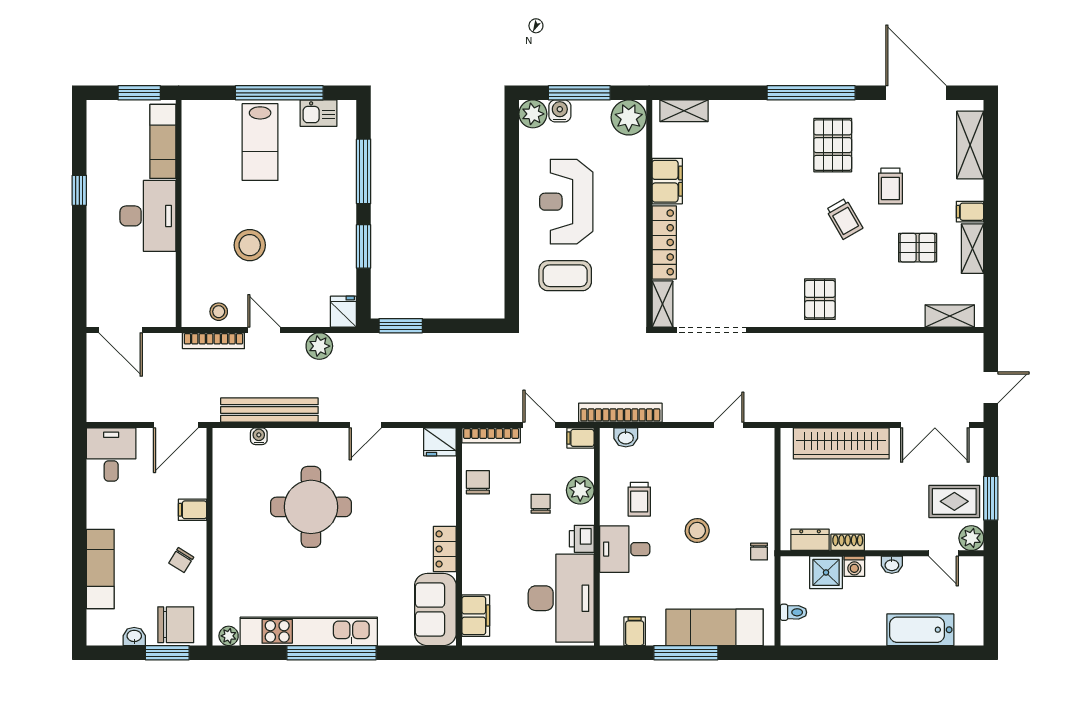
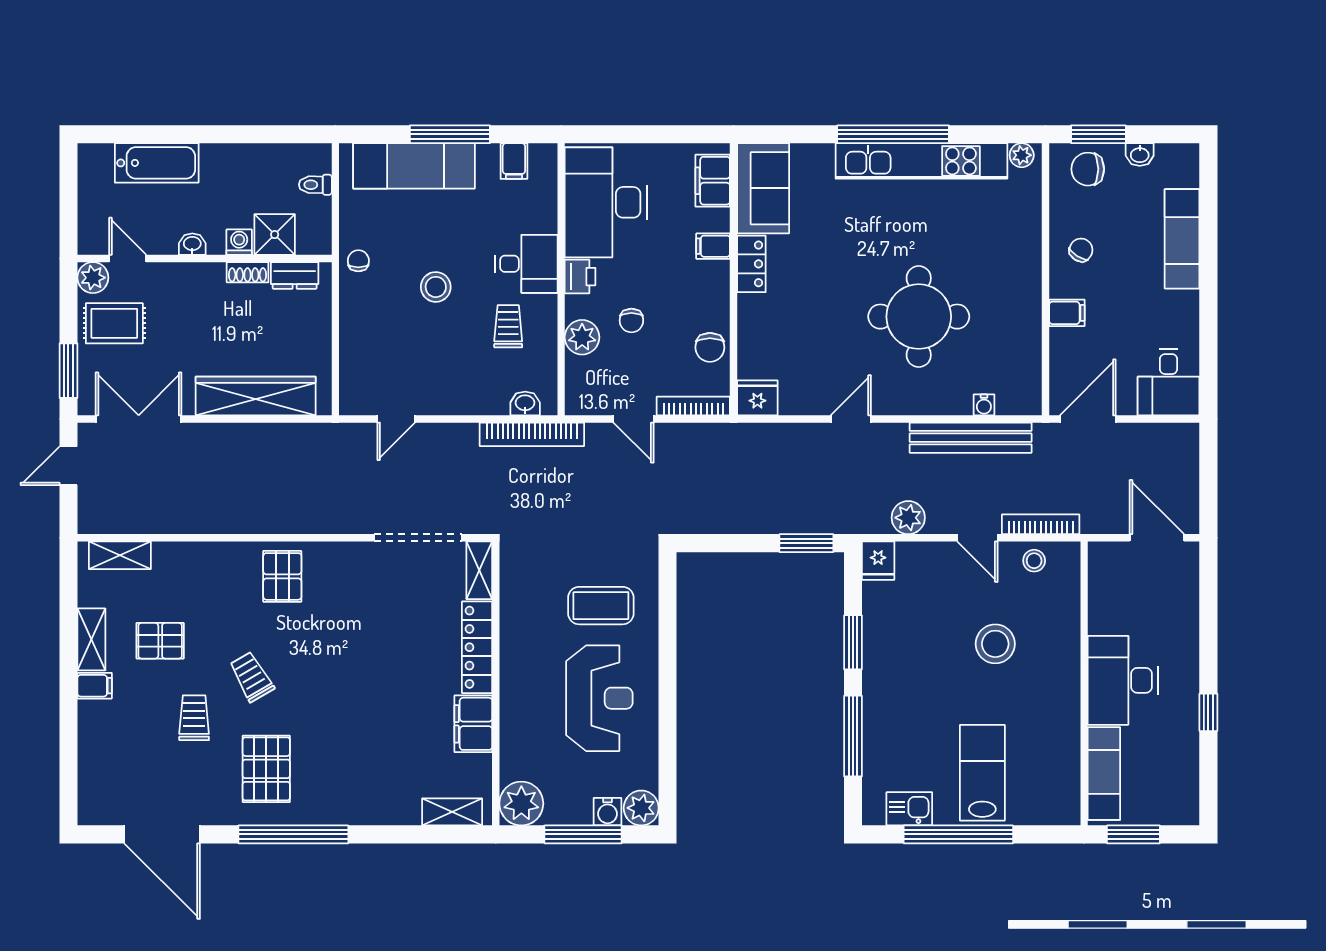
shelving: (970, 145) -> (94, 769), removed
filing cabinet: (580, 438) -> (713, 246), moved, turned 180
window: (991, 498) -> (68, 371), moved
chair: (176, 625) -> (1088, 169), width x0.73, depth x0.73

